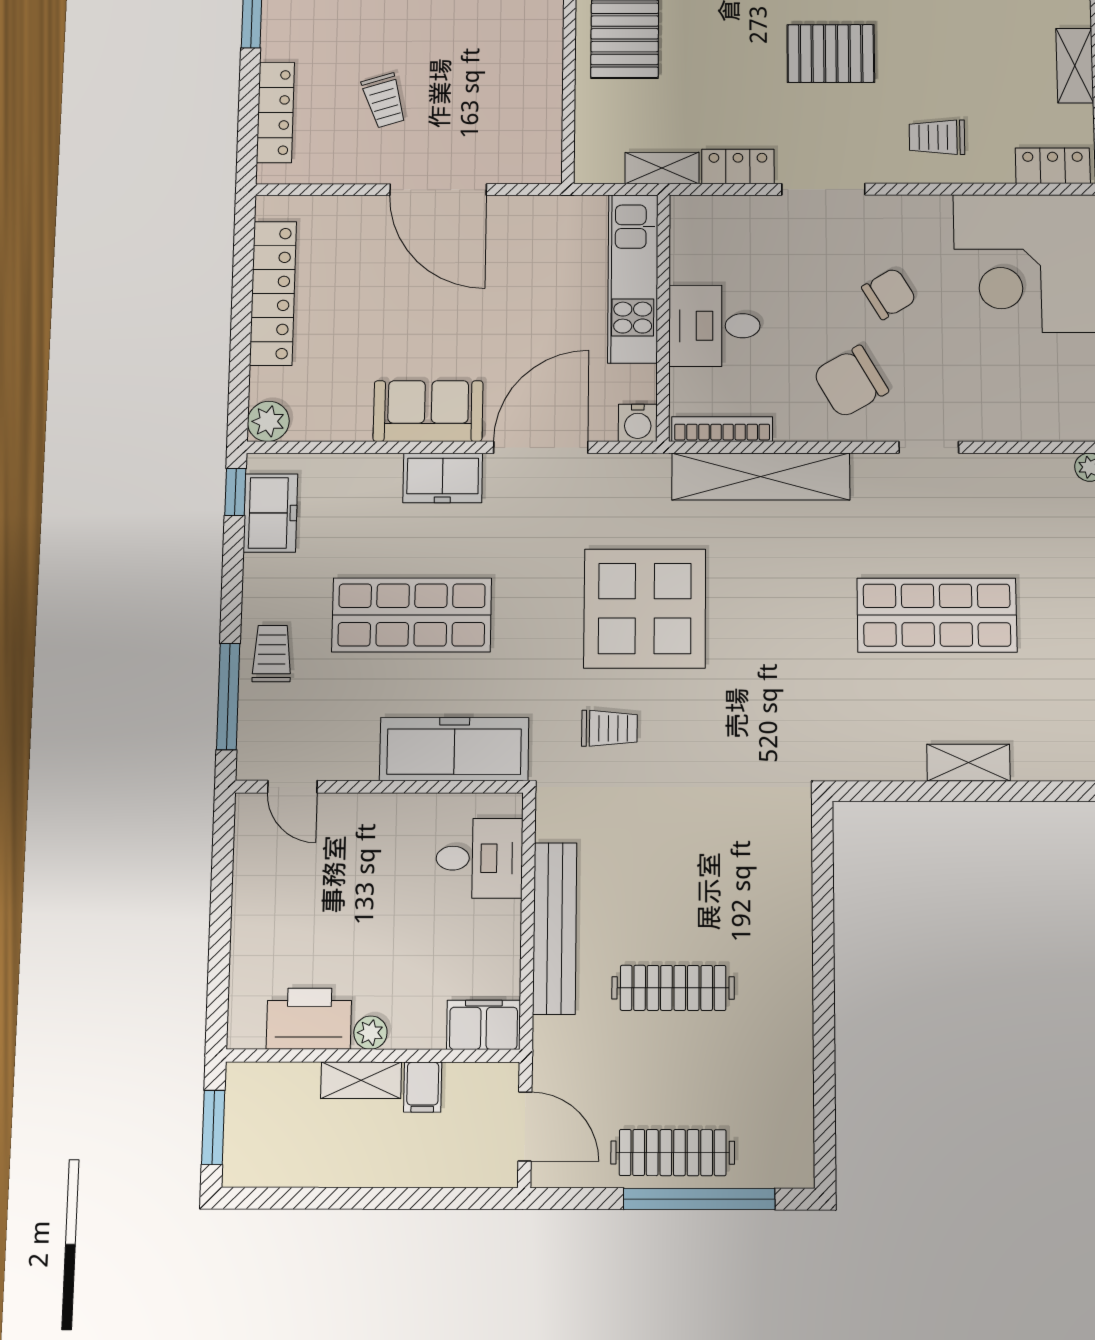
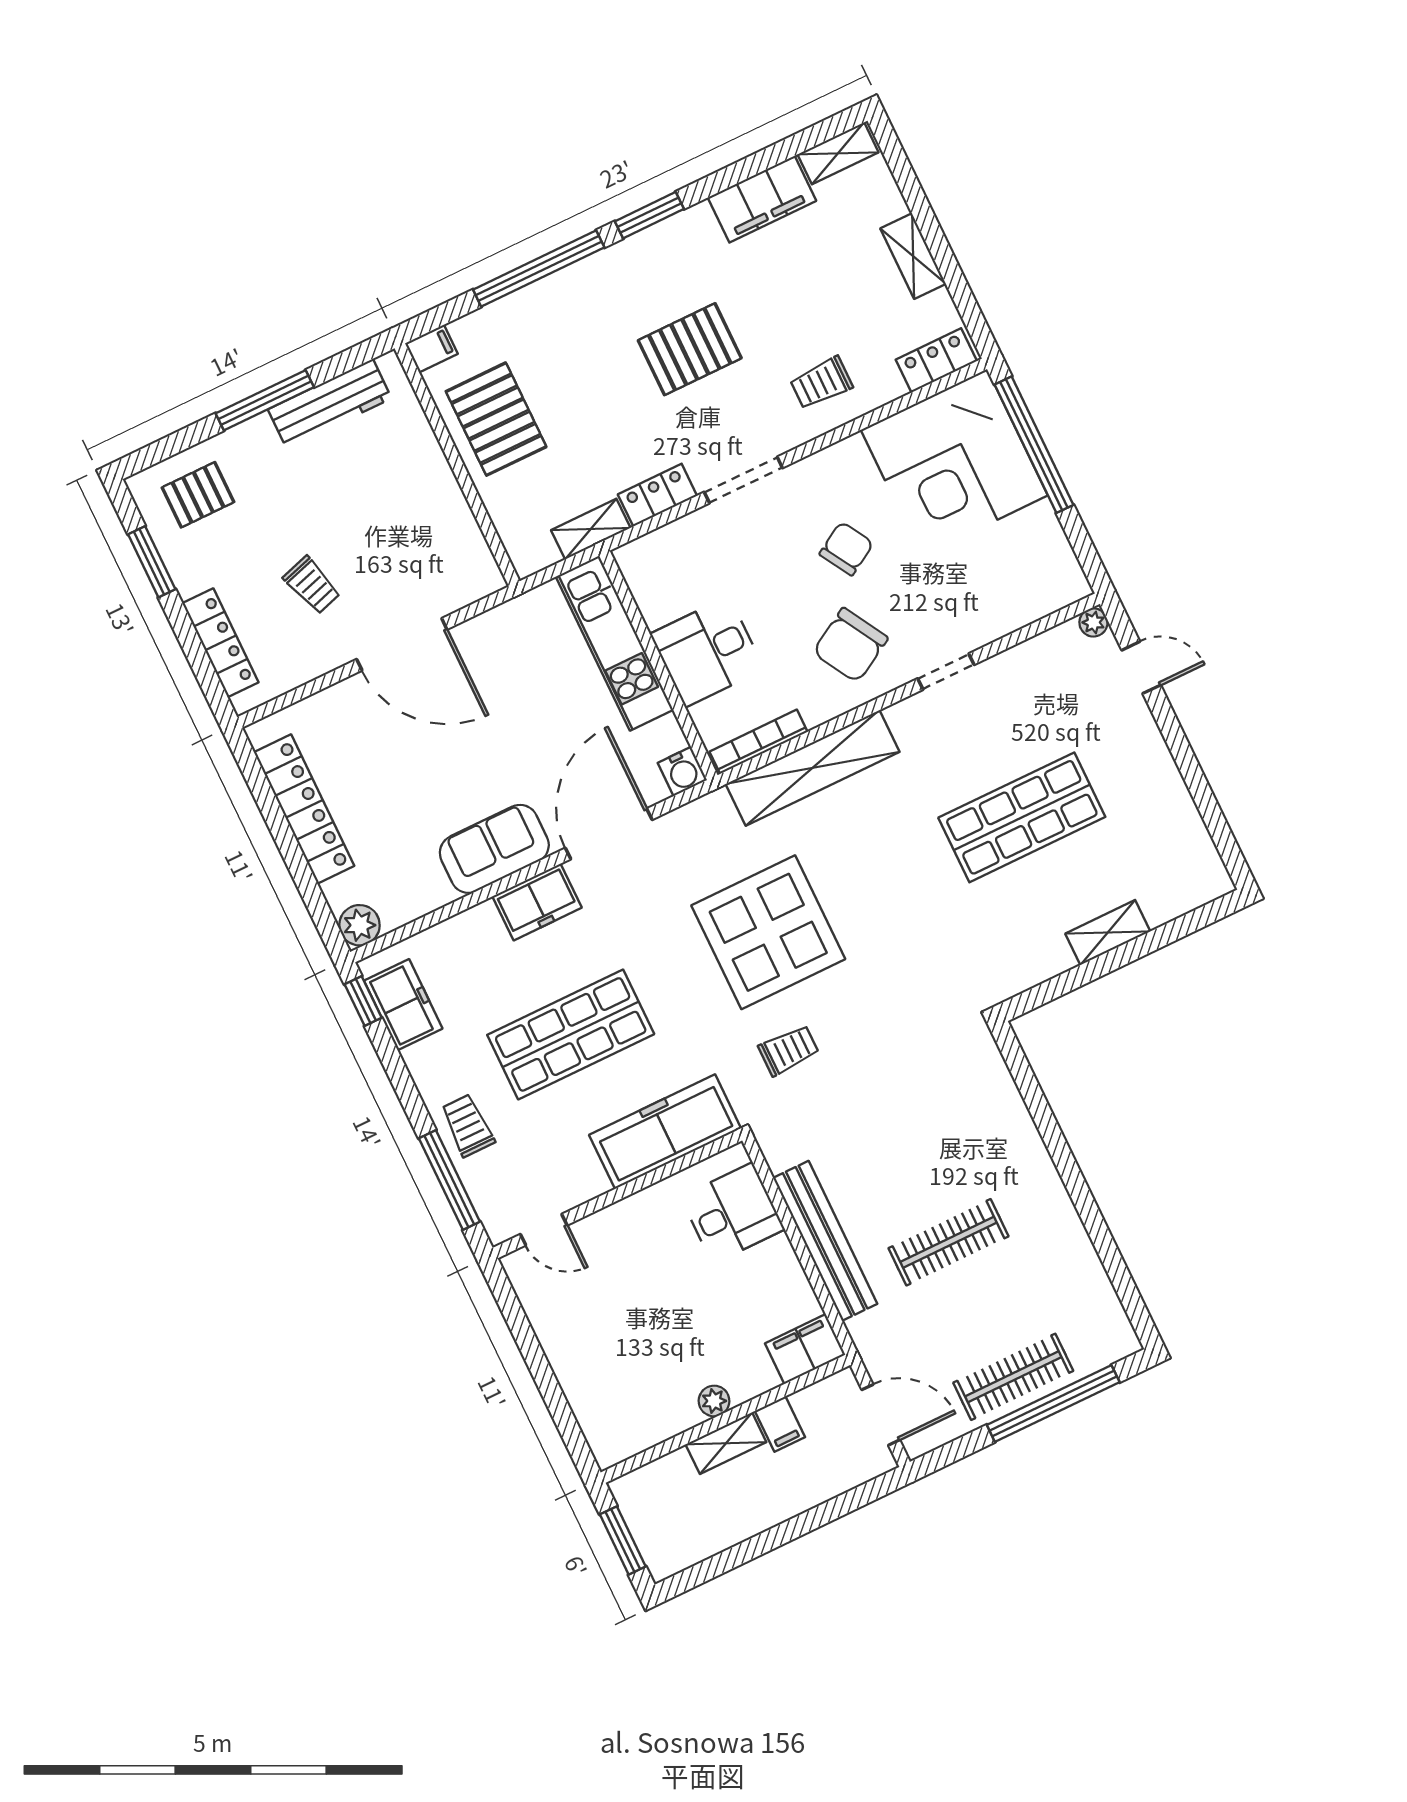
printer: (309, 1019) -> (657, 1414), removed

